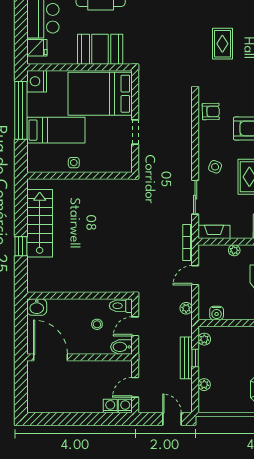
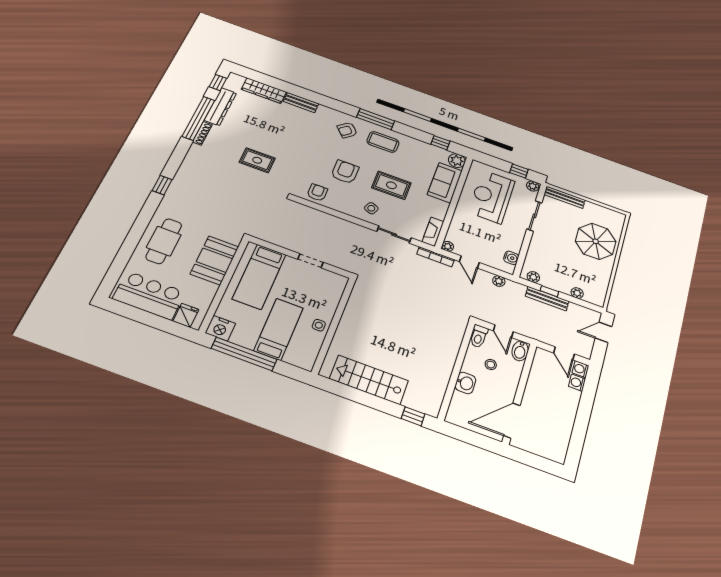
bed: (100, 94) -> (259, 277), width x0.67
window: (21, 246) -> (413, 416), moved
plant: (234, 250) -> (448, 246), moved
washbasin: (37, 307) -> (465, 383), moved

